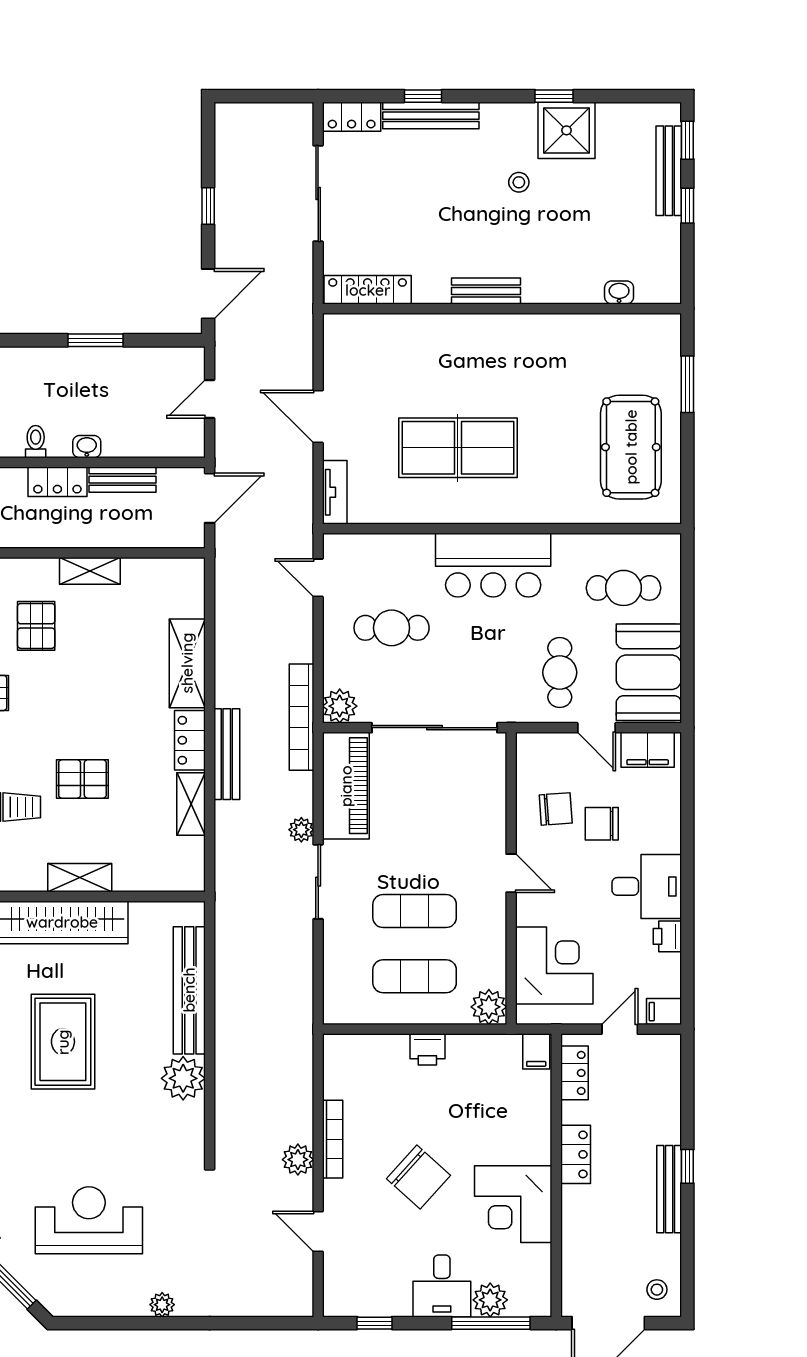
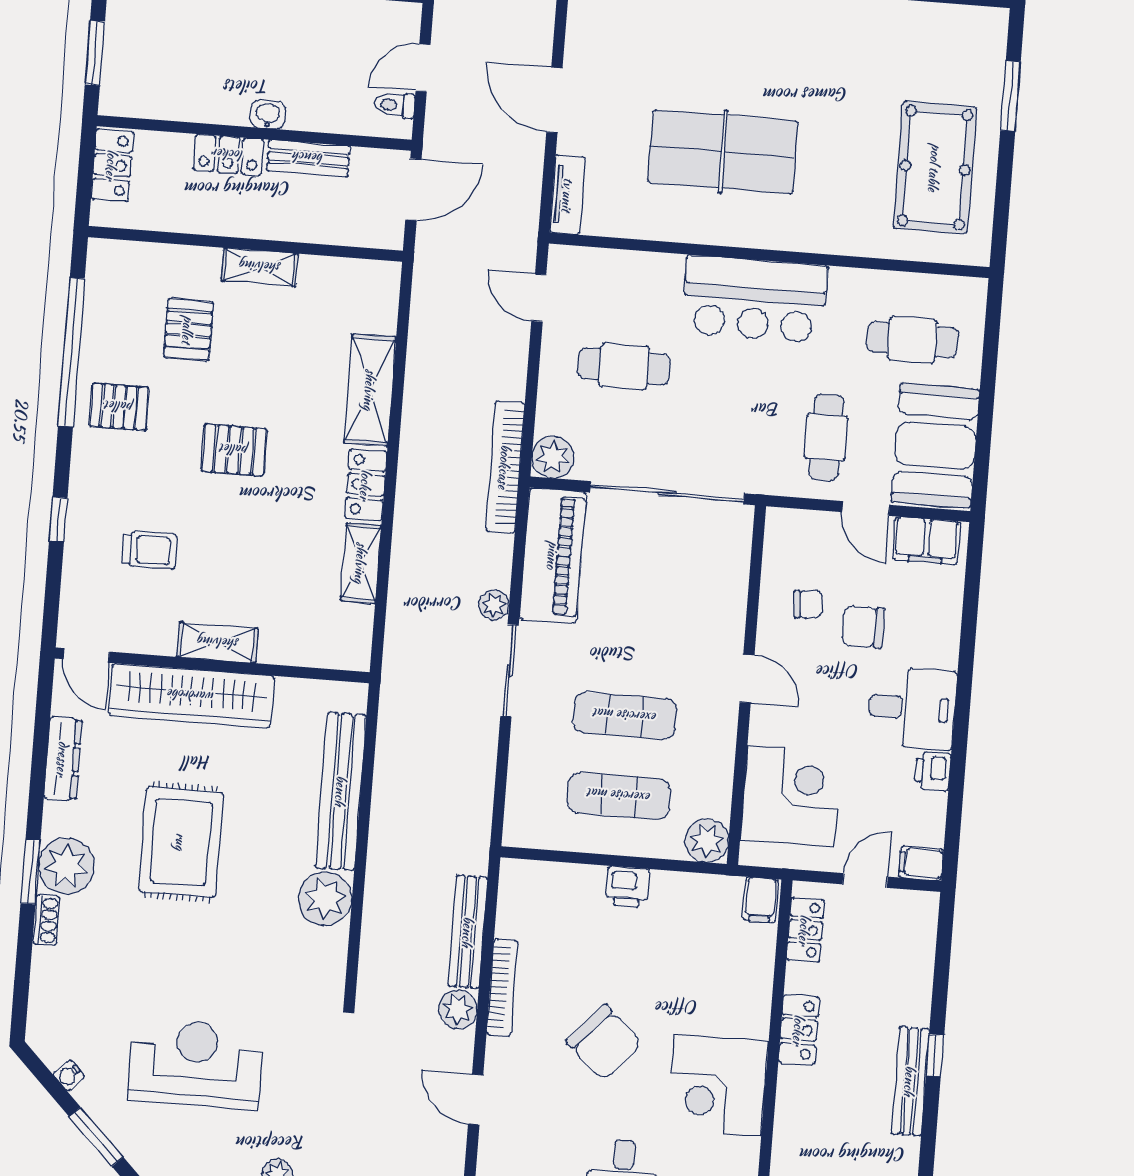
toilet: (36, 442) -> (394, 105), moved, turned -90
bench: (227, 754) -> (468, 932), moved
pallet: (82, 779) -> (234, 450), moved
chair: (556, 809) -> (808, 604), width x0.73, depth x0.73

